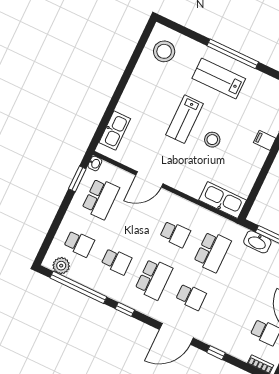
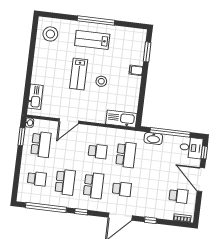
school desk: (116, 261) -> (65, 182), width x1.85
plant: (61, 266) -> (30, 197), removed

